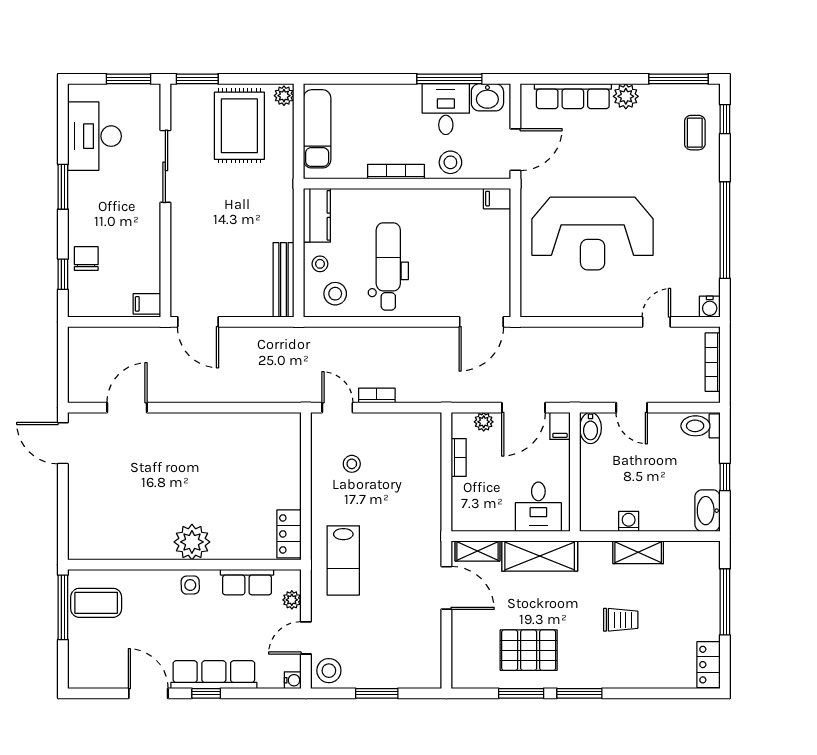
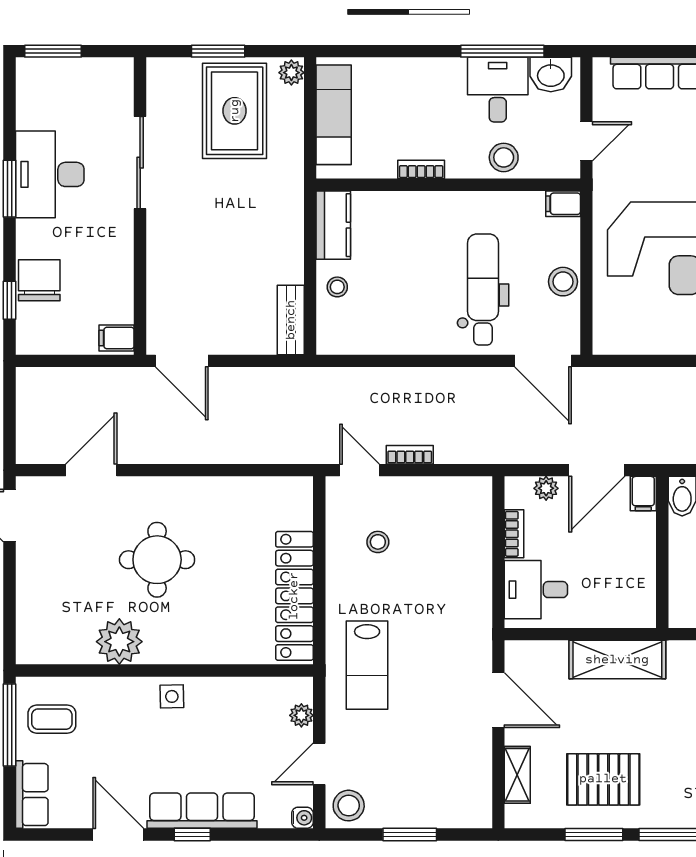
window: (129, 79) -> (53, 51), moved
window: (197, 79) -> (218, 51), moved
desk: (94, 136) -> (50, 174), moved
door: (515, 150) -> (586, 141), width x0.73
bookcase: (396, 172) -> (421, 169), width x0.64
chair: (86, 259) -> (39, 280), width x1.37, depth x1.37
dental chair: (388, 266) -> (483, 289), moved
bench: (283, 280) -> (291, 320), width x0.73
stool: (335, 294) -> (563, 282), moved
door: (481, 322) -> (543, 361), hinge flipped
round table: (179, 478) -> (157, 560), added
desk: (538, 507) -> (536, 590), moved, turned 90
locker: (289, 534) -> (294, 596), width x2.16, depth x1.21
plant: (192, 542) -> (119, 642), moved
shelving: (478, 551) -> (517, 775), moved, turned 90
row of seats: (247, 582) -> (32, 795), moved, turned -90
coffee table: (96, 603) -> (52, 719), width x0.73, depth x0.77

